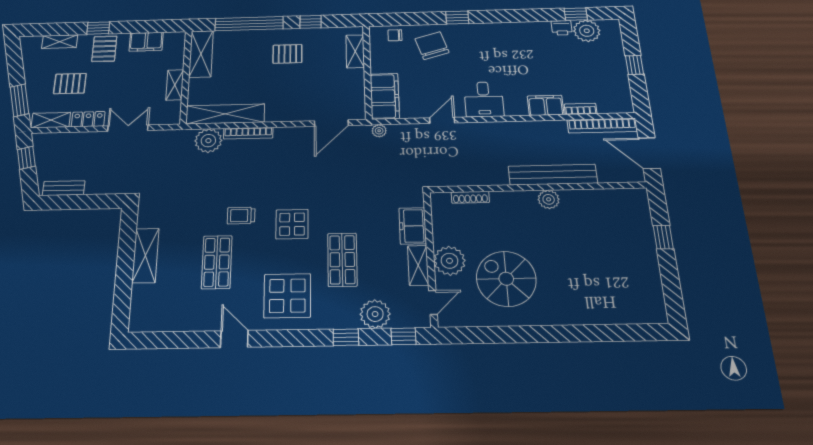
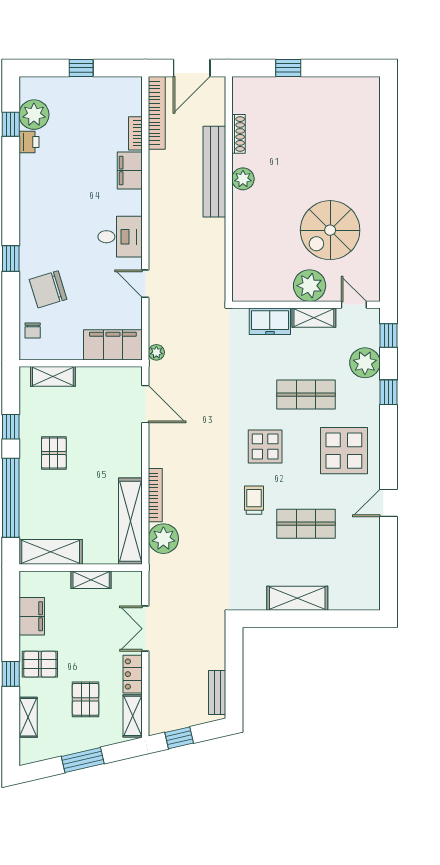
window: (19, 100) -> (83, 760), moved
shoe rack: (470, 197) -> (239, 134), moved
trolley: (241, 216) -> (254, 500), turned 180

